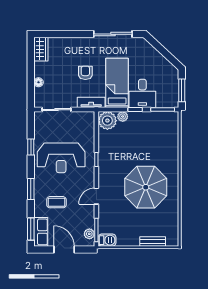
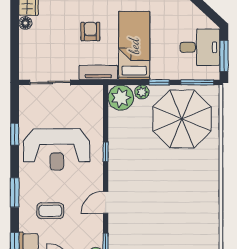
floor lamp: (38, 82) -> (25, 23), moved
desk: (142, 93) -> (200, 47), moved, turned -90
parasol: (146, 187) -> (182, 119), moved

